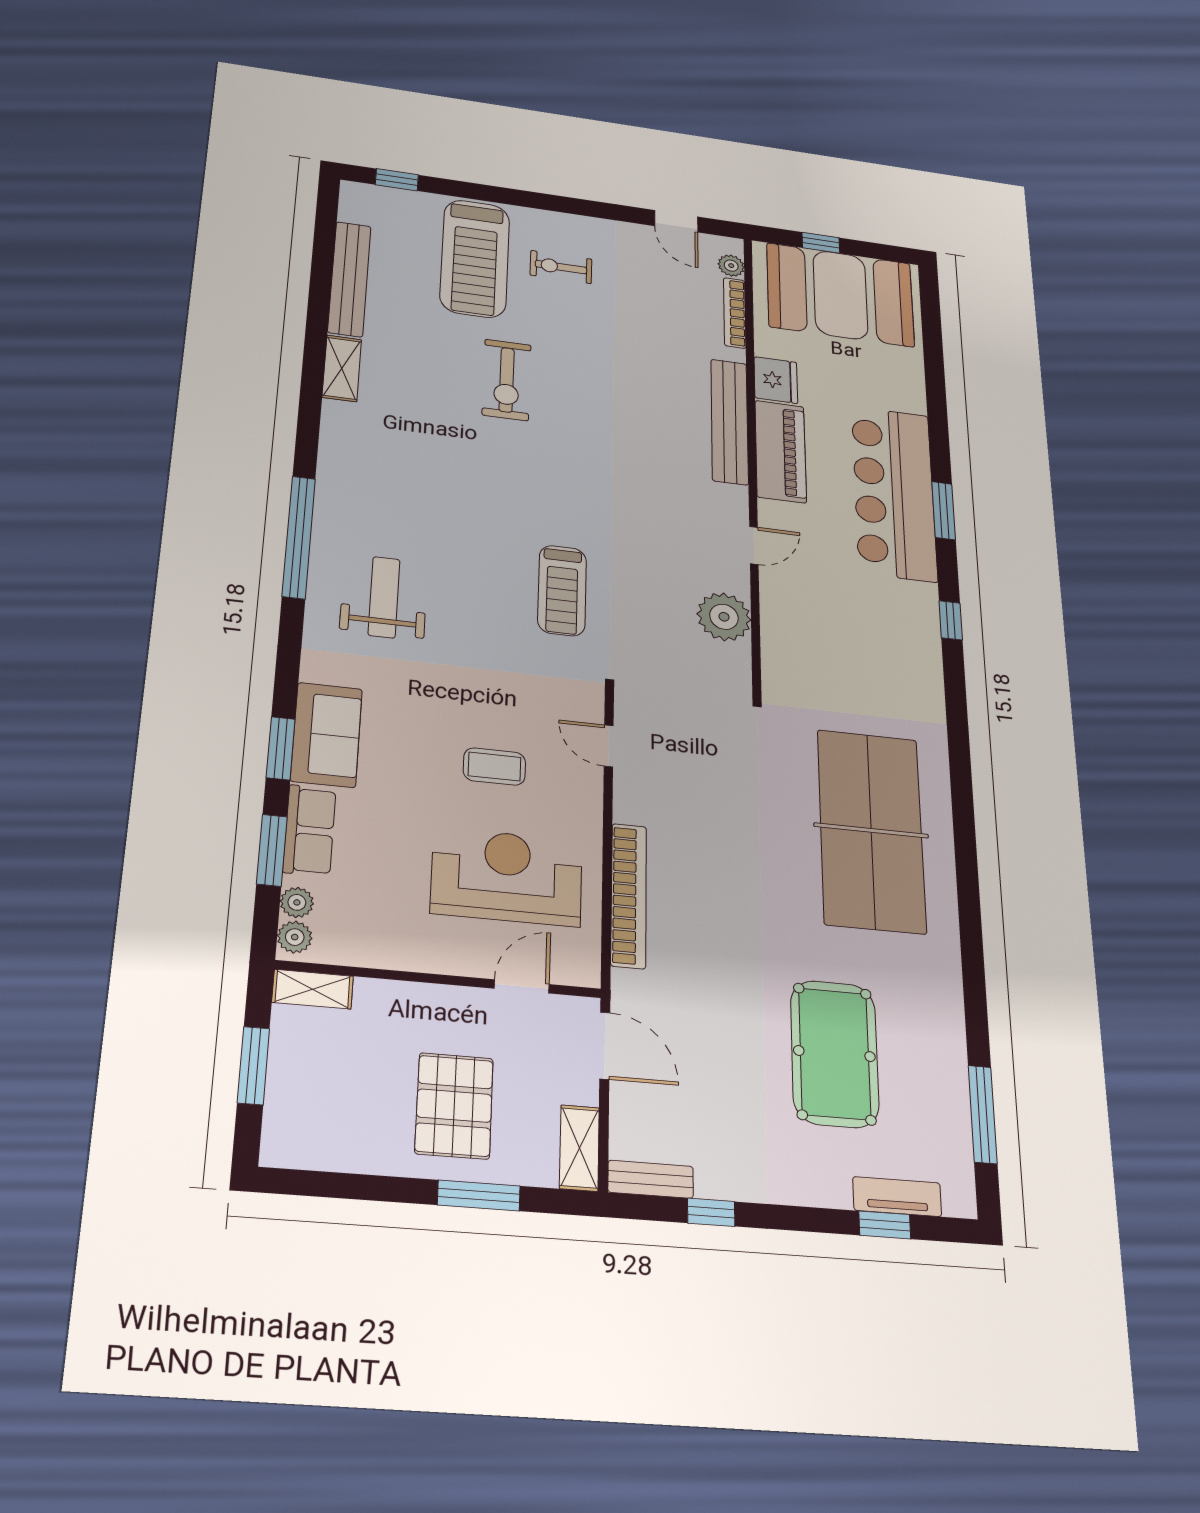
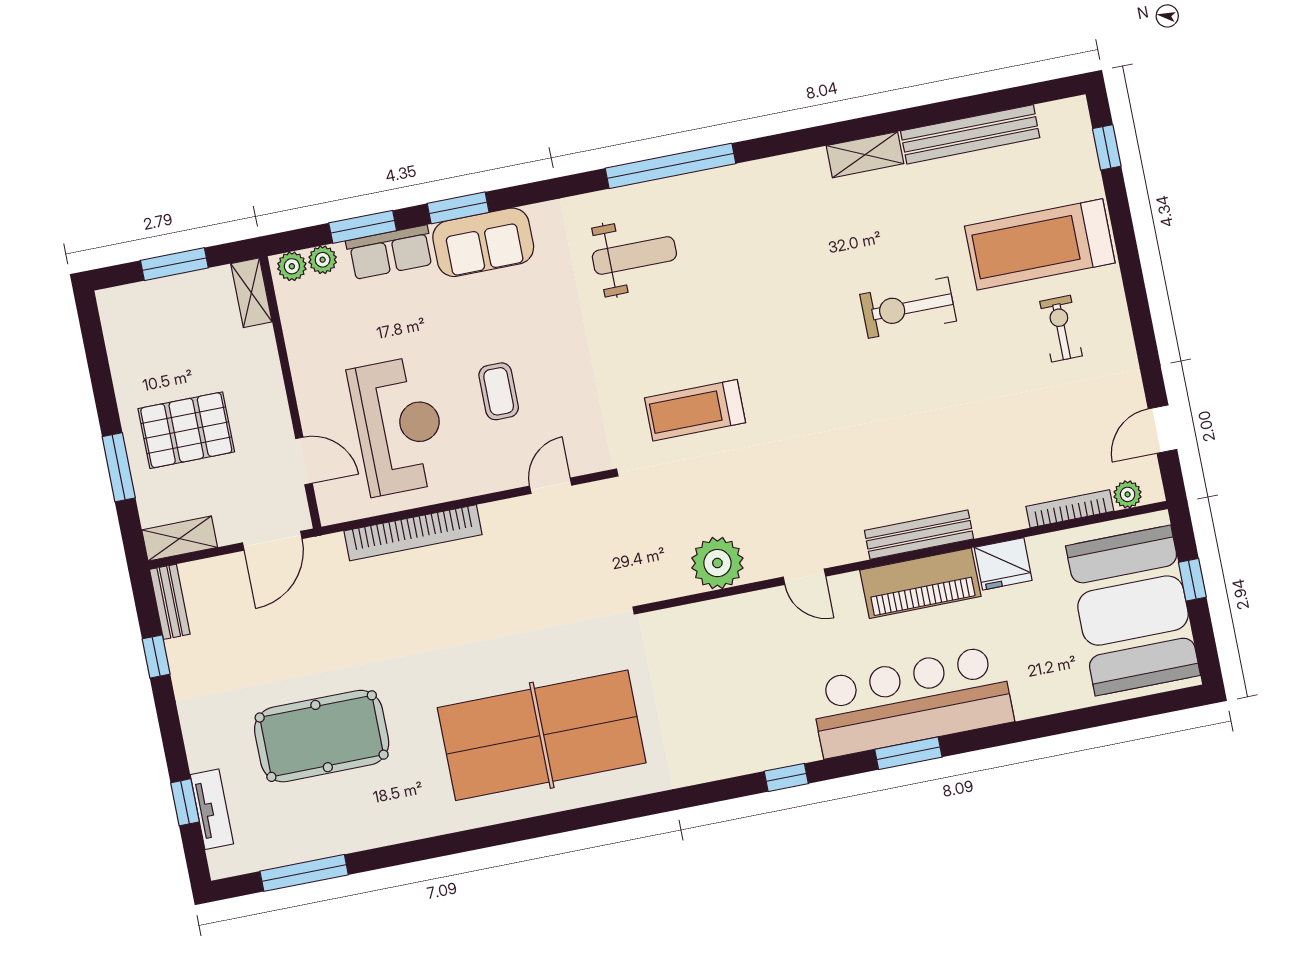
bench: (730, 421) -> (919, 535), width x0.73, depth x0.82

